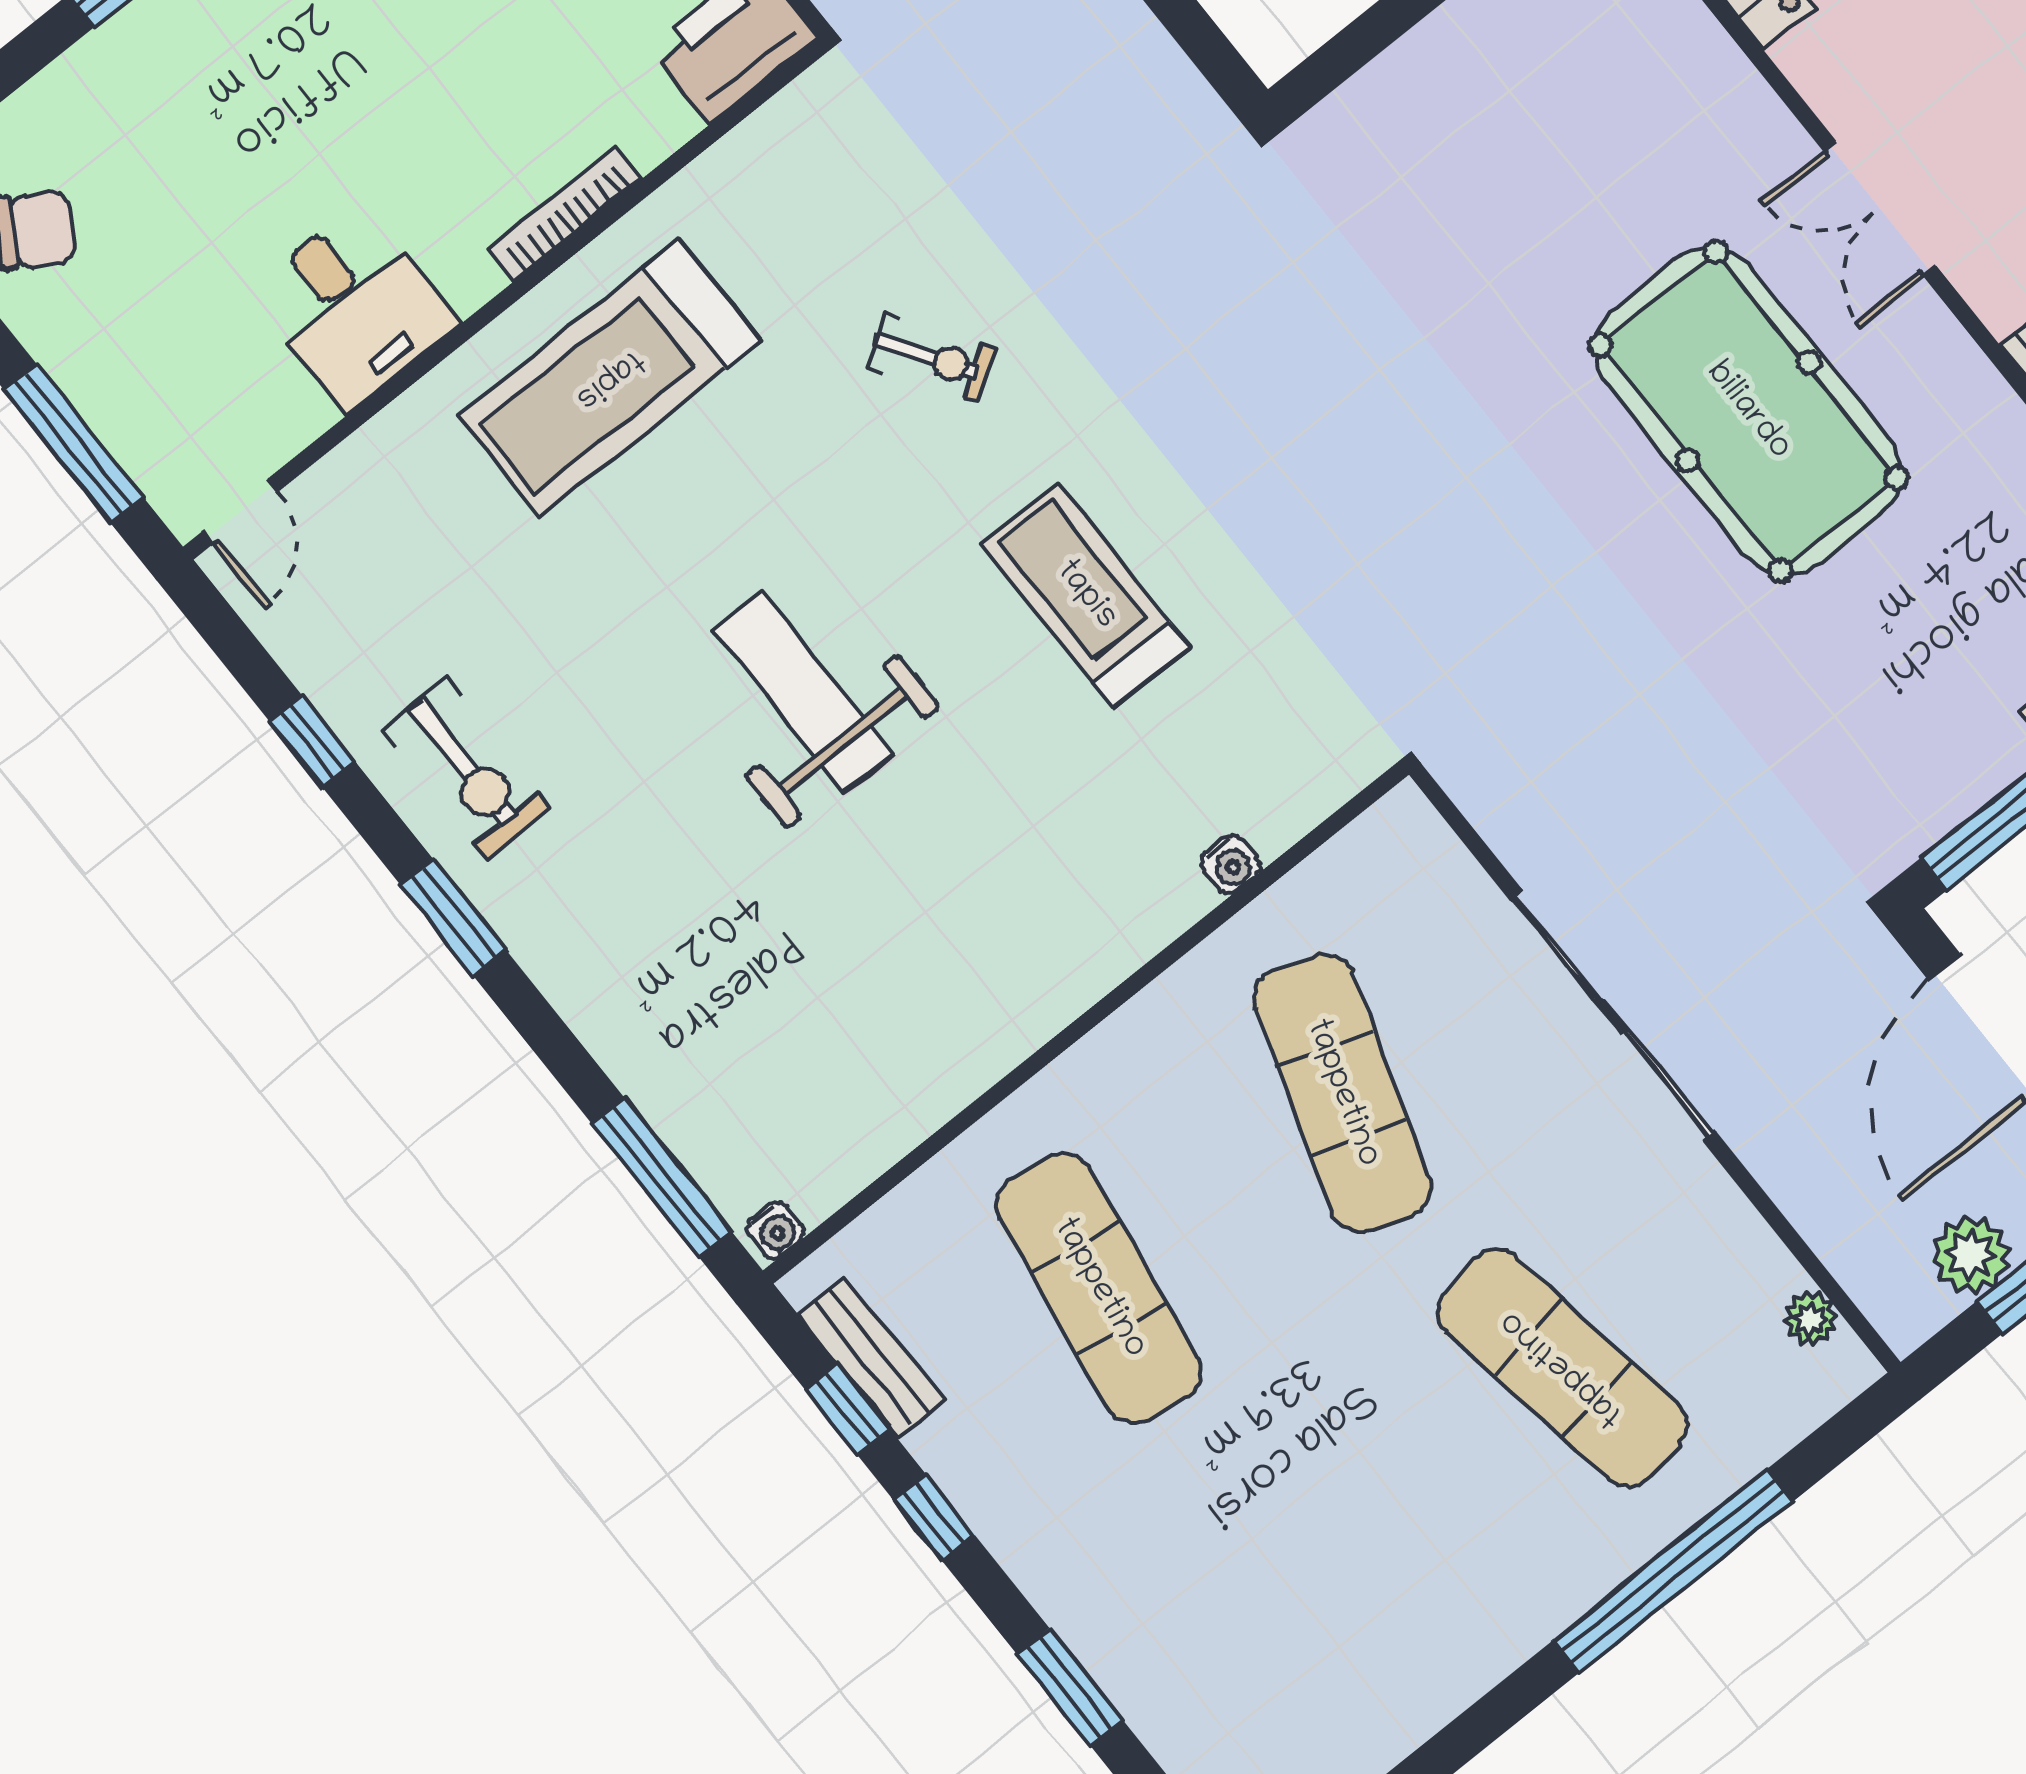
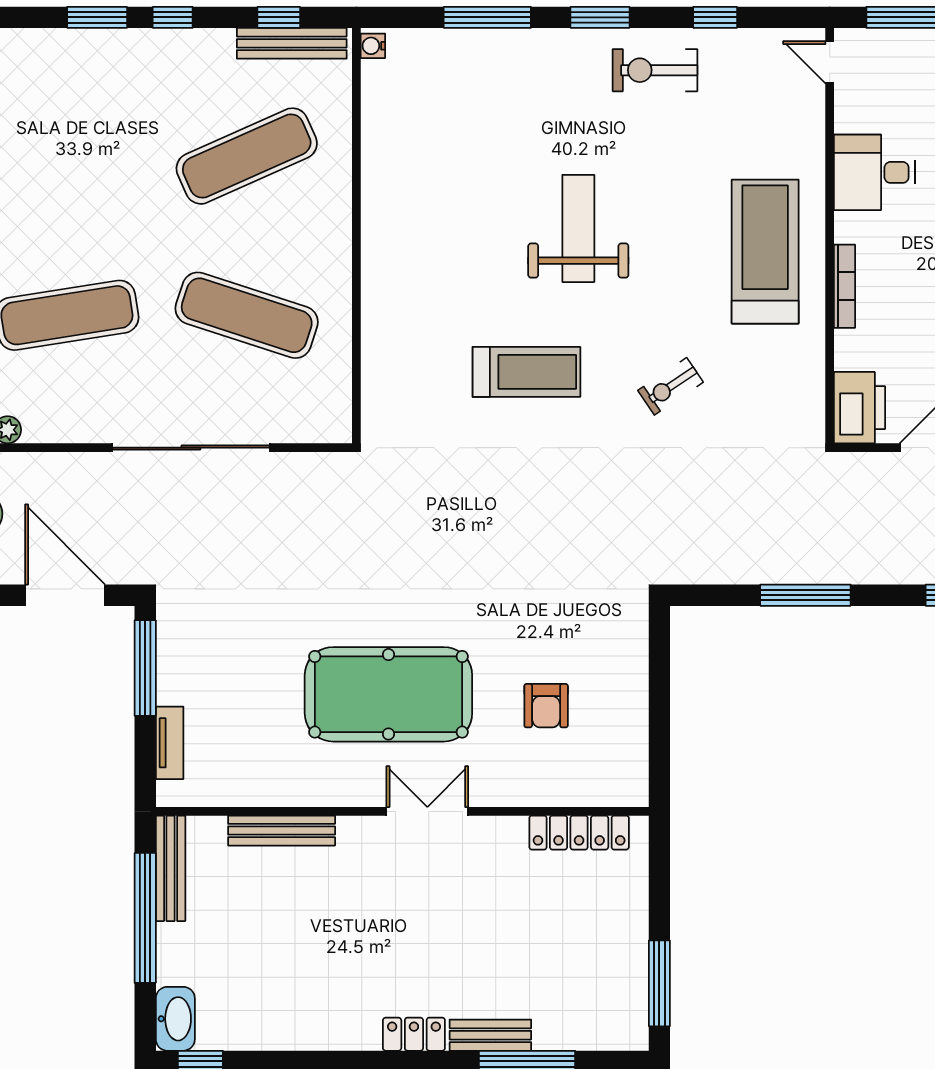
armchair: (1573, 156) -> (546, 706), added
weight bench: (803, 692) -> (578, 228), turned -90
water cooler: (1231, 864) -> (373, 344), removed
window: (662, 1178) -> (487, 17), moved
exercise mat: (1099, 1288) -> (247, 156), turned -33
bench: (871, 1357) -> (292, 43), width x1.36
window: (934, 1517) -> (173, 17), moved

